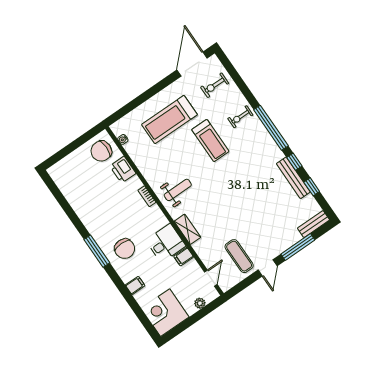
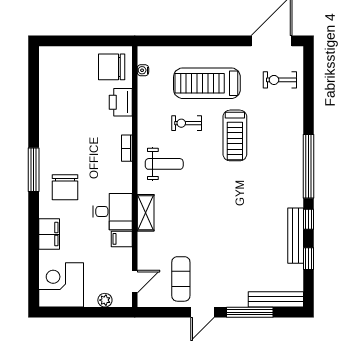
exercise bike: (240, 117) -> (187, 123), moved
bench: (313, 224) -> (276, 299), width x1.36
filing cabinet: (135, 285) -> (49, 234), width x2.00

